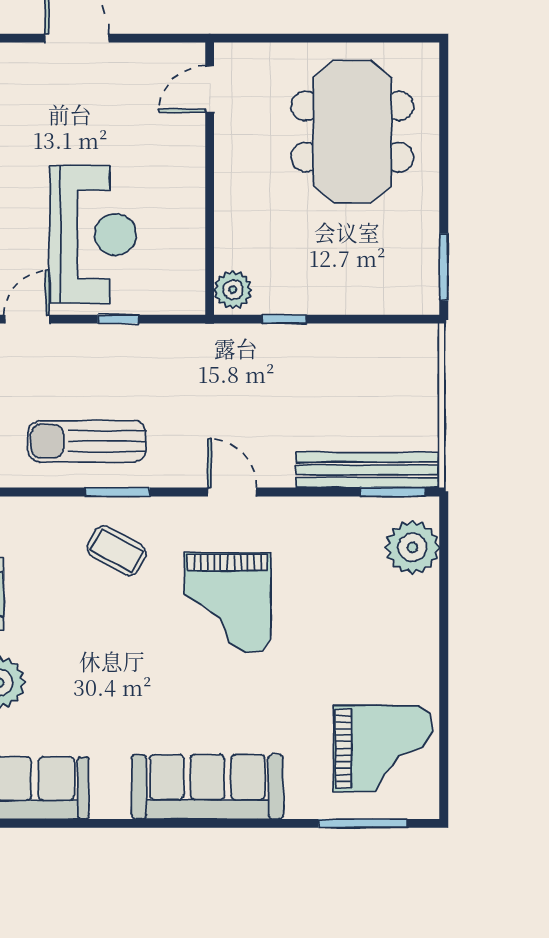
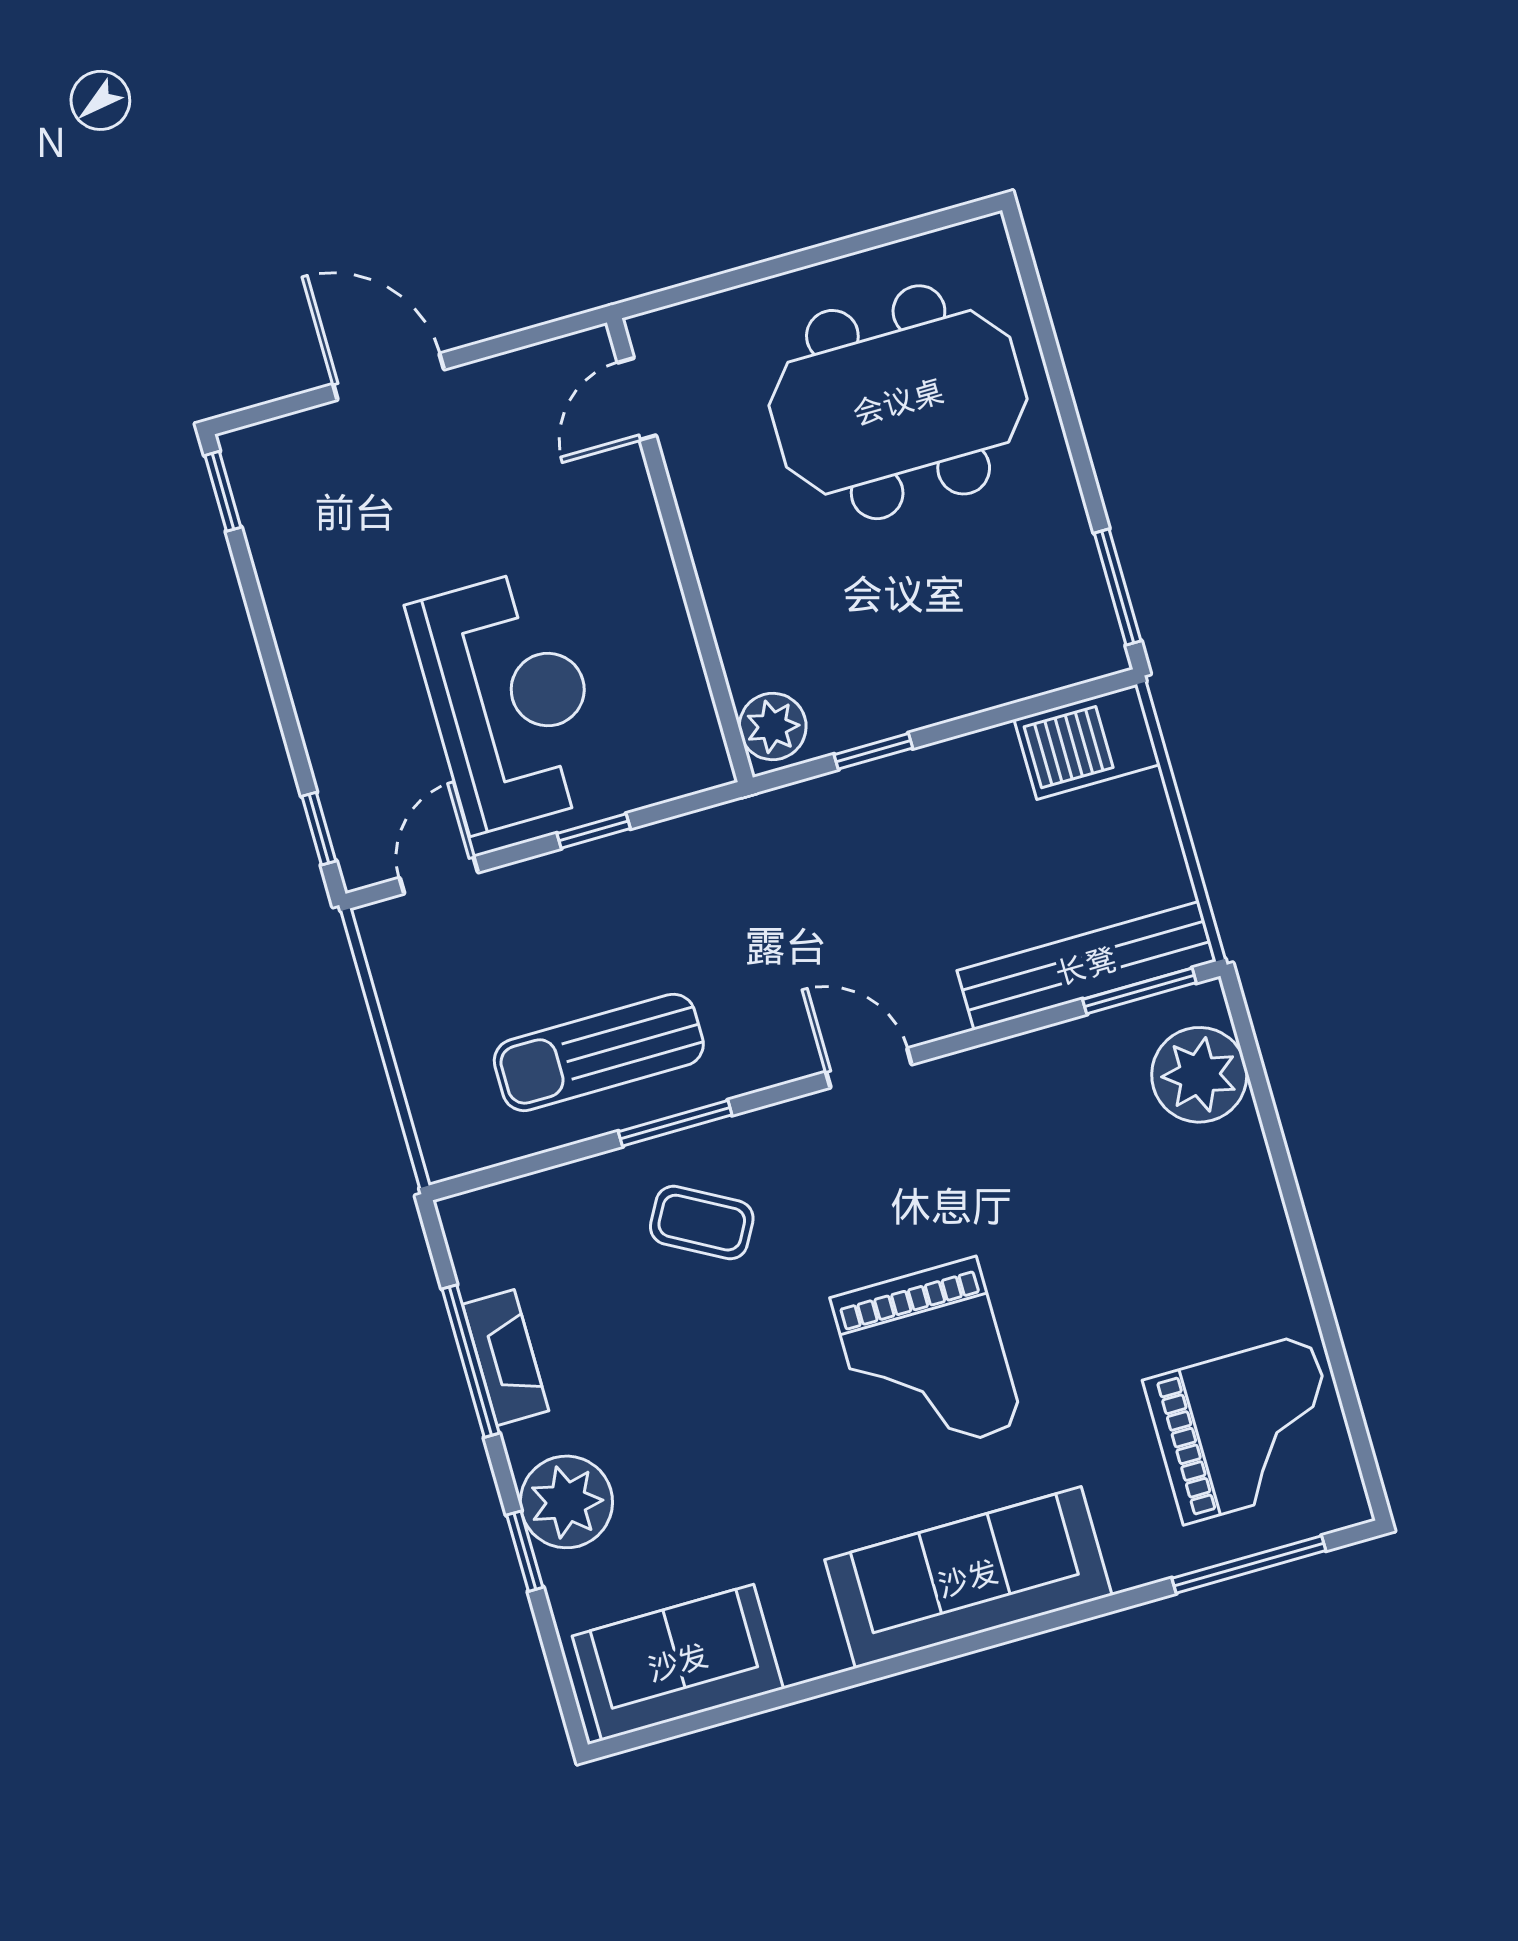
meeting table: (352, 132) -> (898, 402), turned 90
barbecue: (403, 347) -> (1087, 742), added
grand piano: (227, 603) -> (927, 1361), moved

